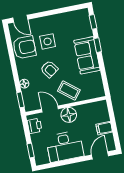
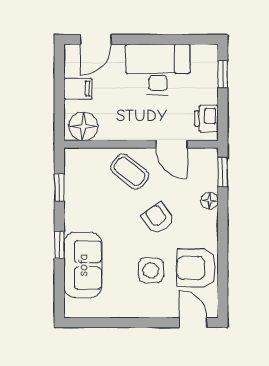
window: (93, 22) -> (59, 188), moved
sofa: (87, 55) -> (83, 265), moved
floor lamp: (69, 115) -> (83, 126), moved

